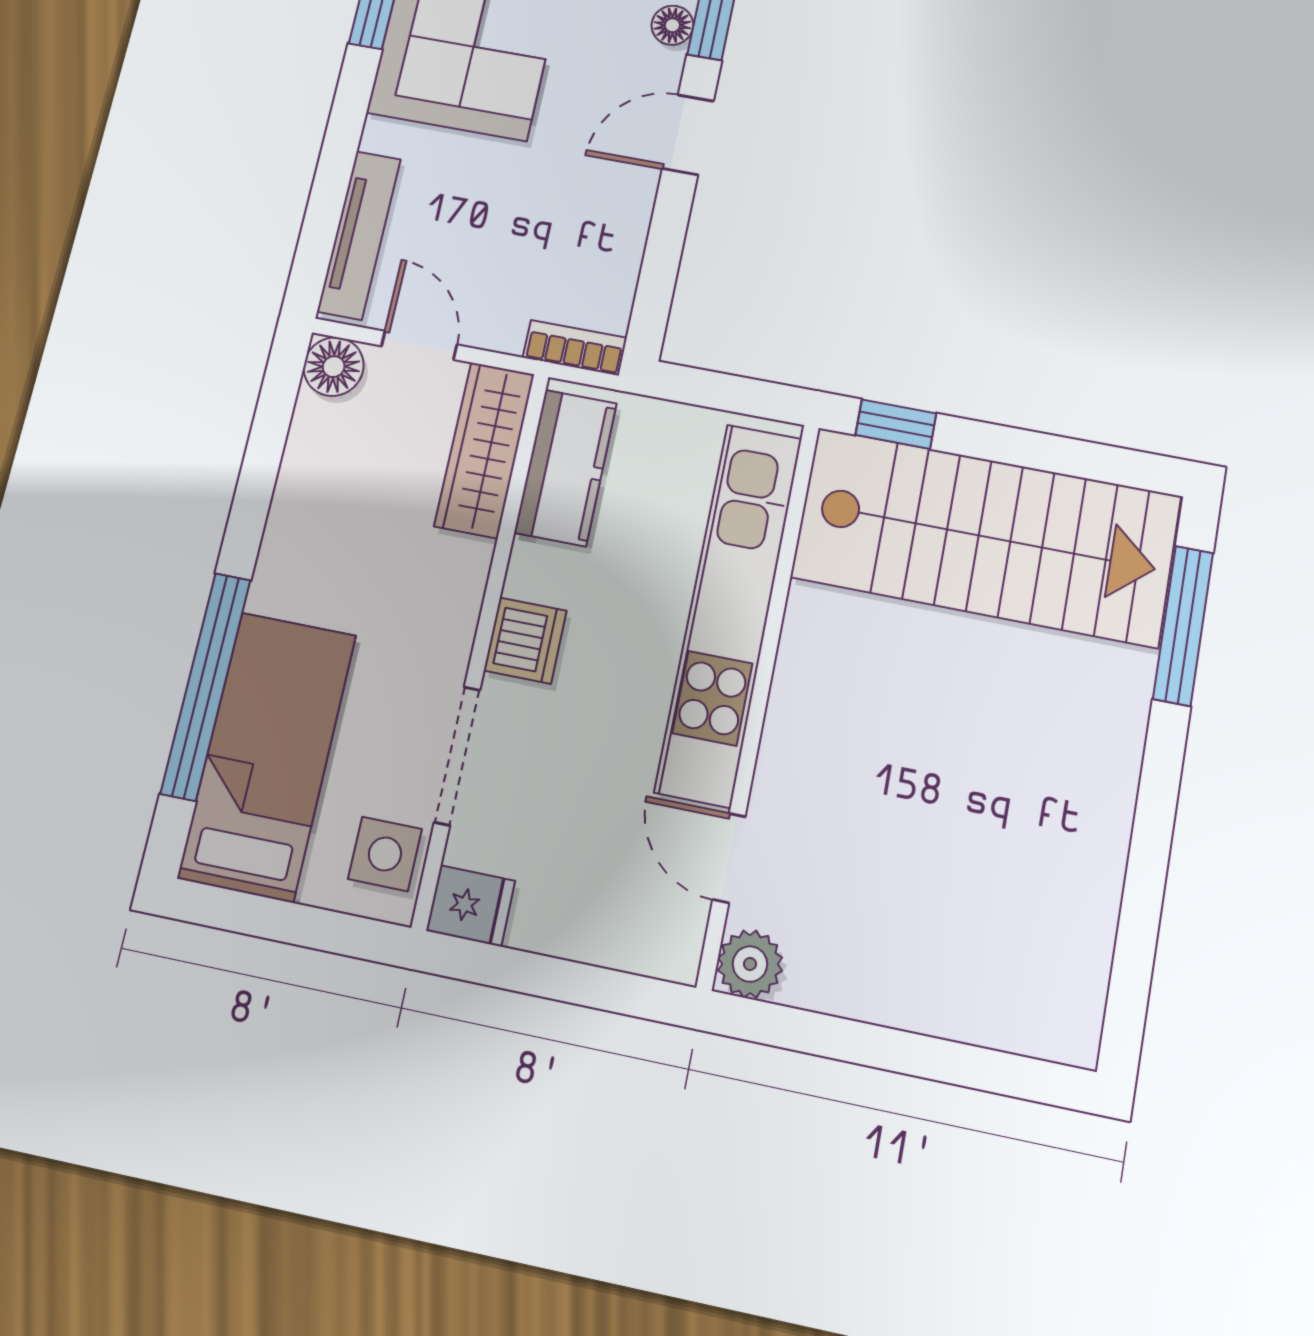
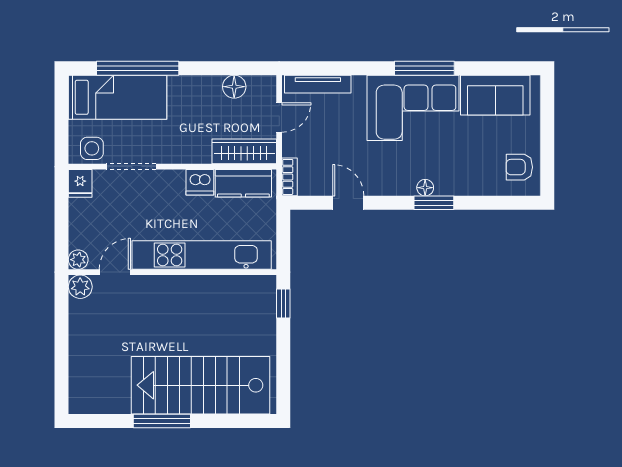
door: (688, 135) -> (348, 203), moved
floor lamp: (334, 367) -> (234, 87), moved
stairs: (986, 537) -> (200, 385), moved, turned 90
window: (1183, 626) -> (162, 421), moved
dishwasher: (525, 640) -> (200, 182), moved
plant: (675, 954) -> (78, 260), added

